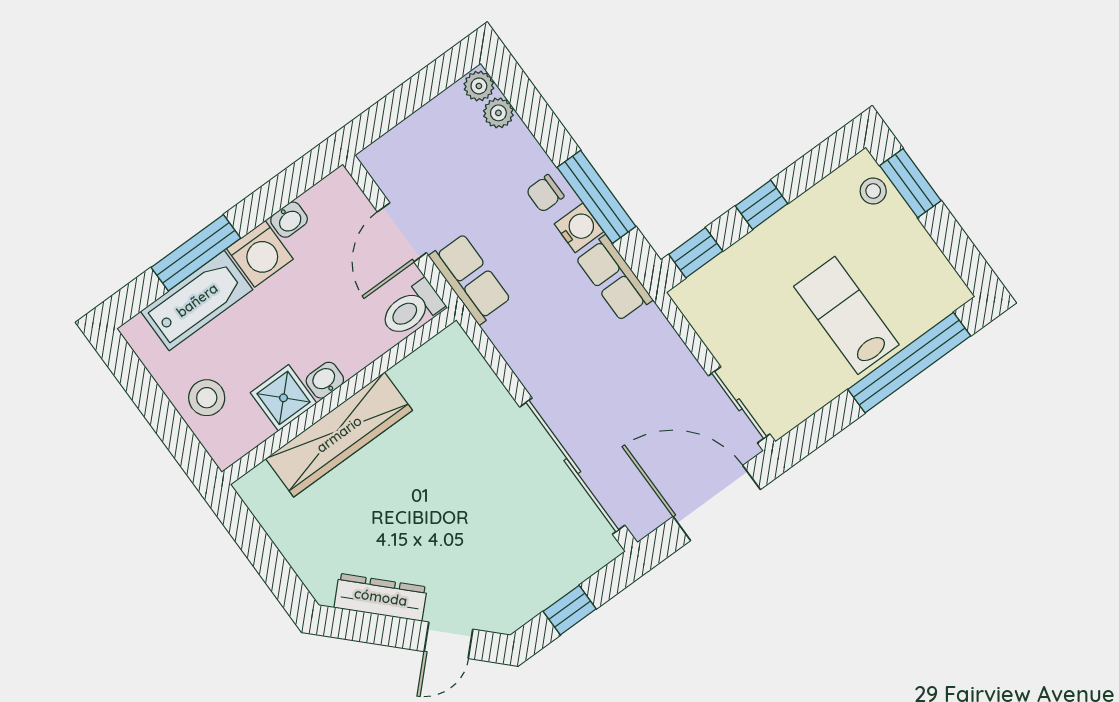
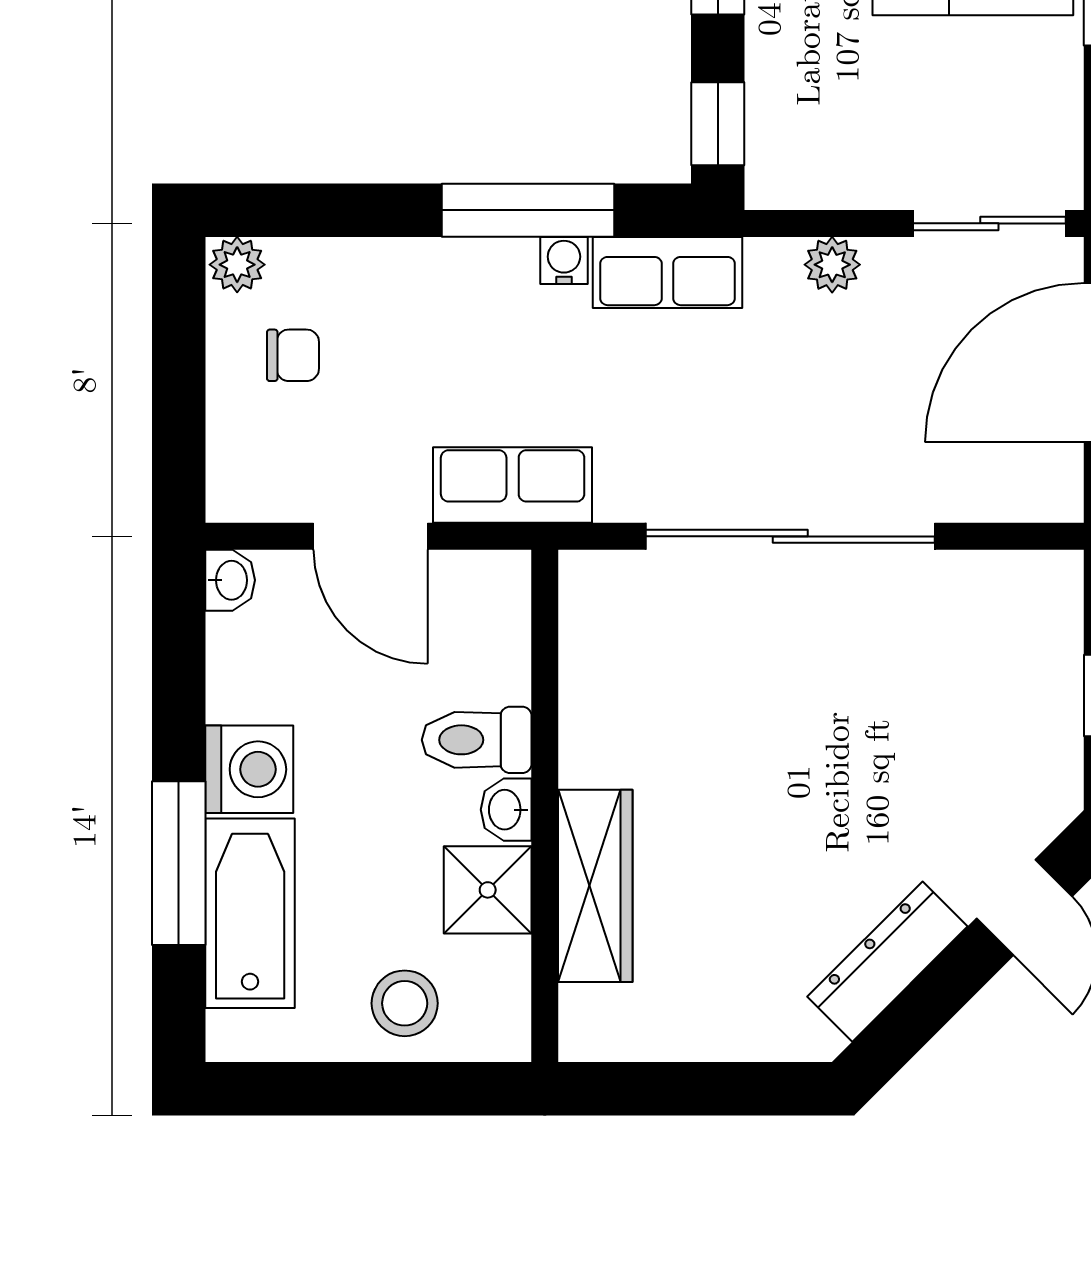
plant: (498, 113) -> (832, 265), moved
chair: (545, 193) -> (293, 355), moved, turned -90
washbasin: (289, 220) -> (230, 580), moved
water cooler: (579, 228) -> (564, 260), width x0.72, depth x0.72
toilet: (412, 309) -> (477, 740), moved, turned 90
wardrobe: (339, 434) -> (595, 886), width x0.71, depth x0.85
sliding door: (572, 466) -> (790, 536), moved

